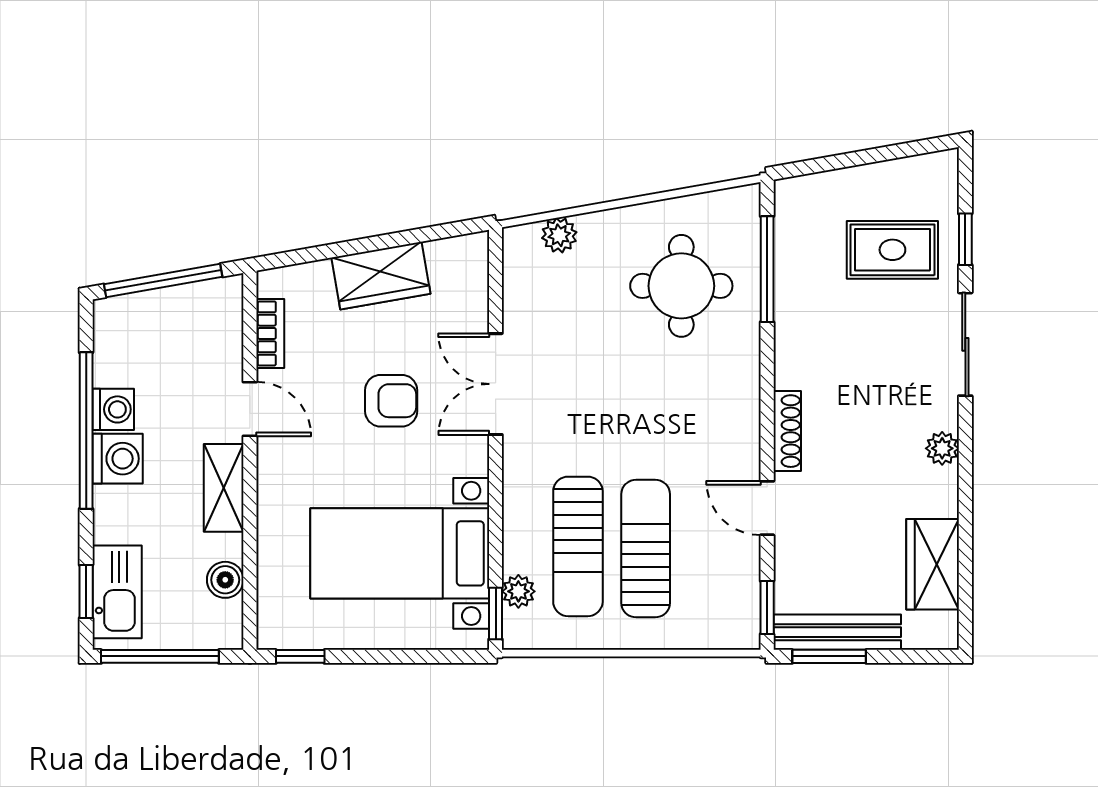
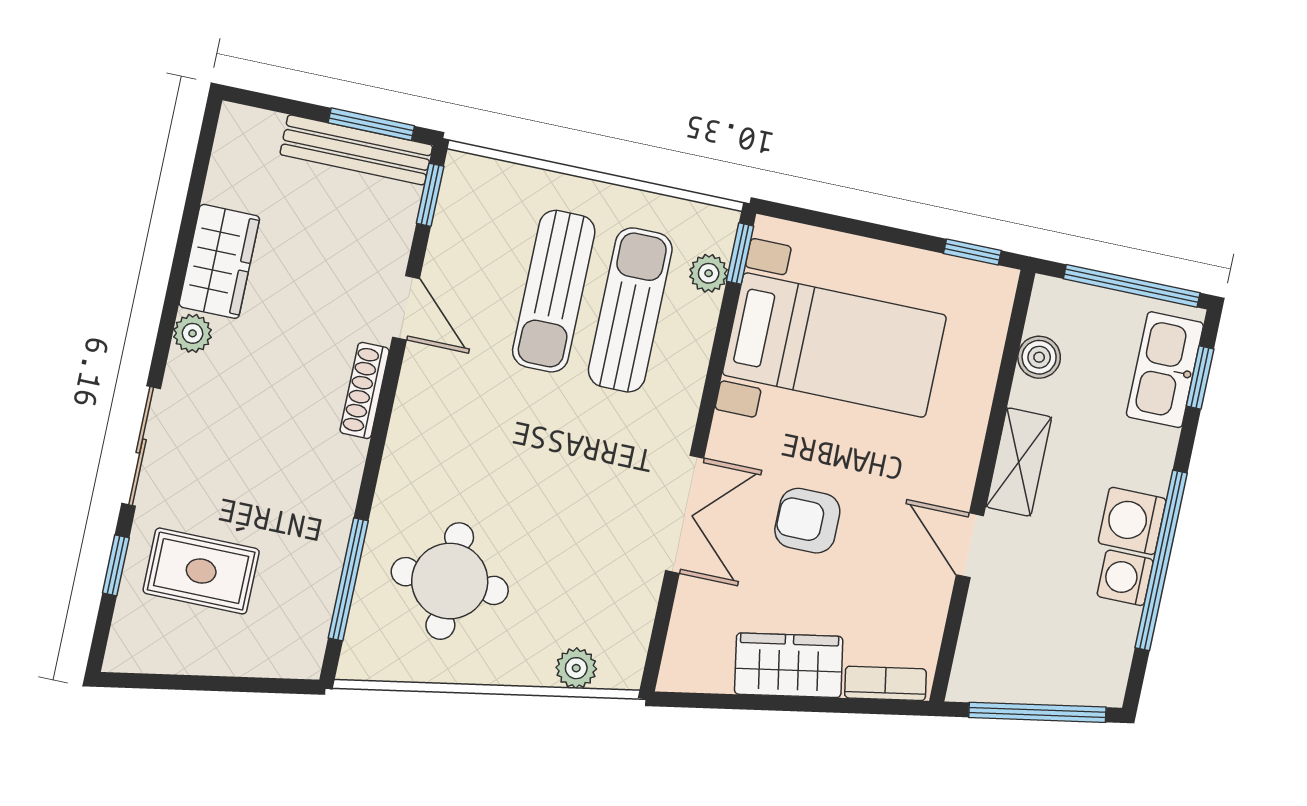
bookcase: (270, 333) -> (885, 683), moved, turned 80
wardrobe: (933, 564) -> (219, 261), moved

